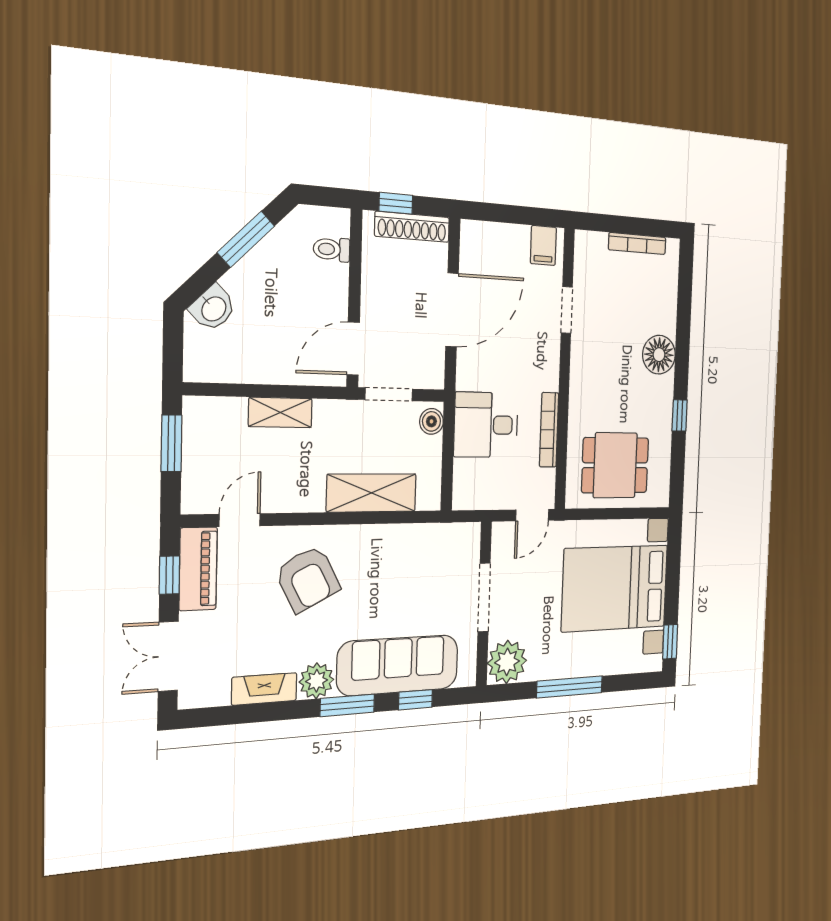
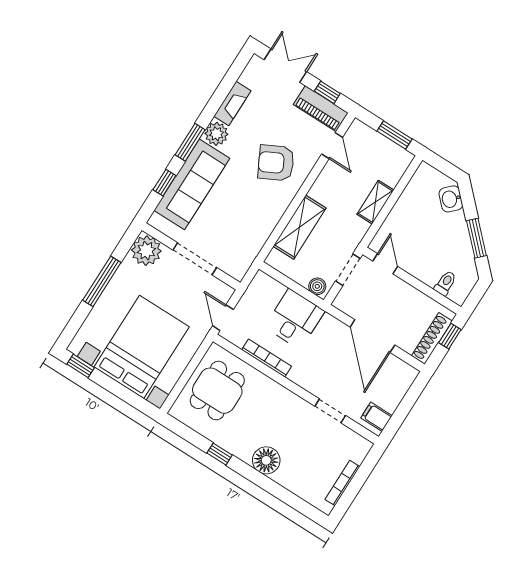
door: (353, 348) -> (385, 264), width x0.73

